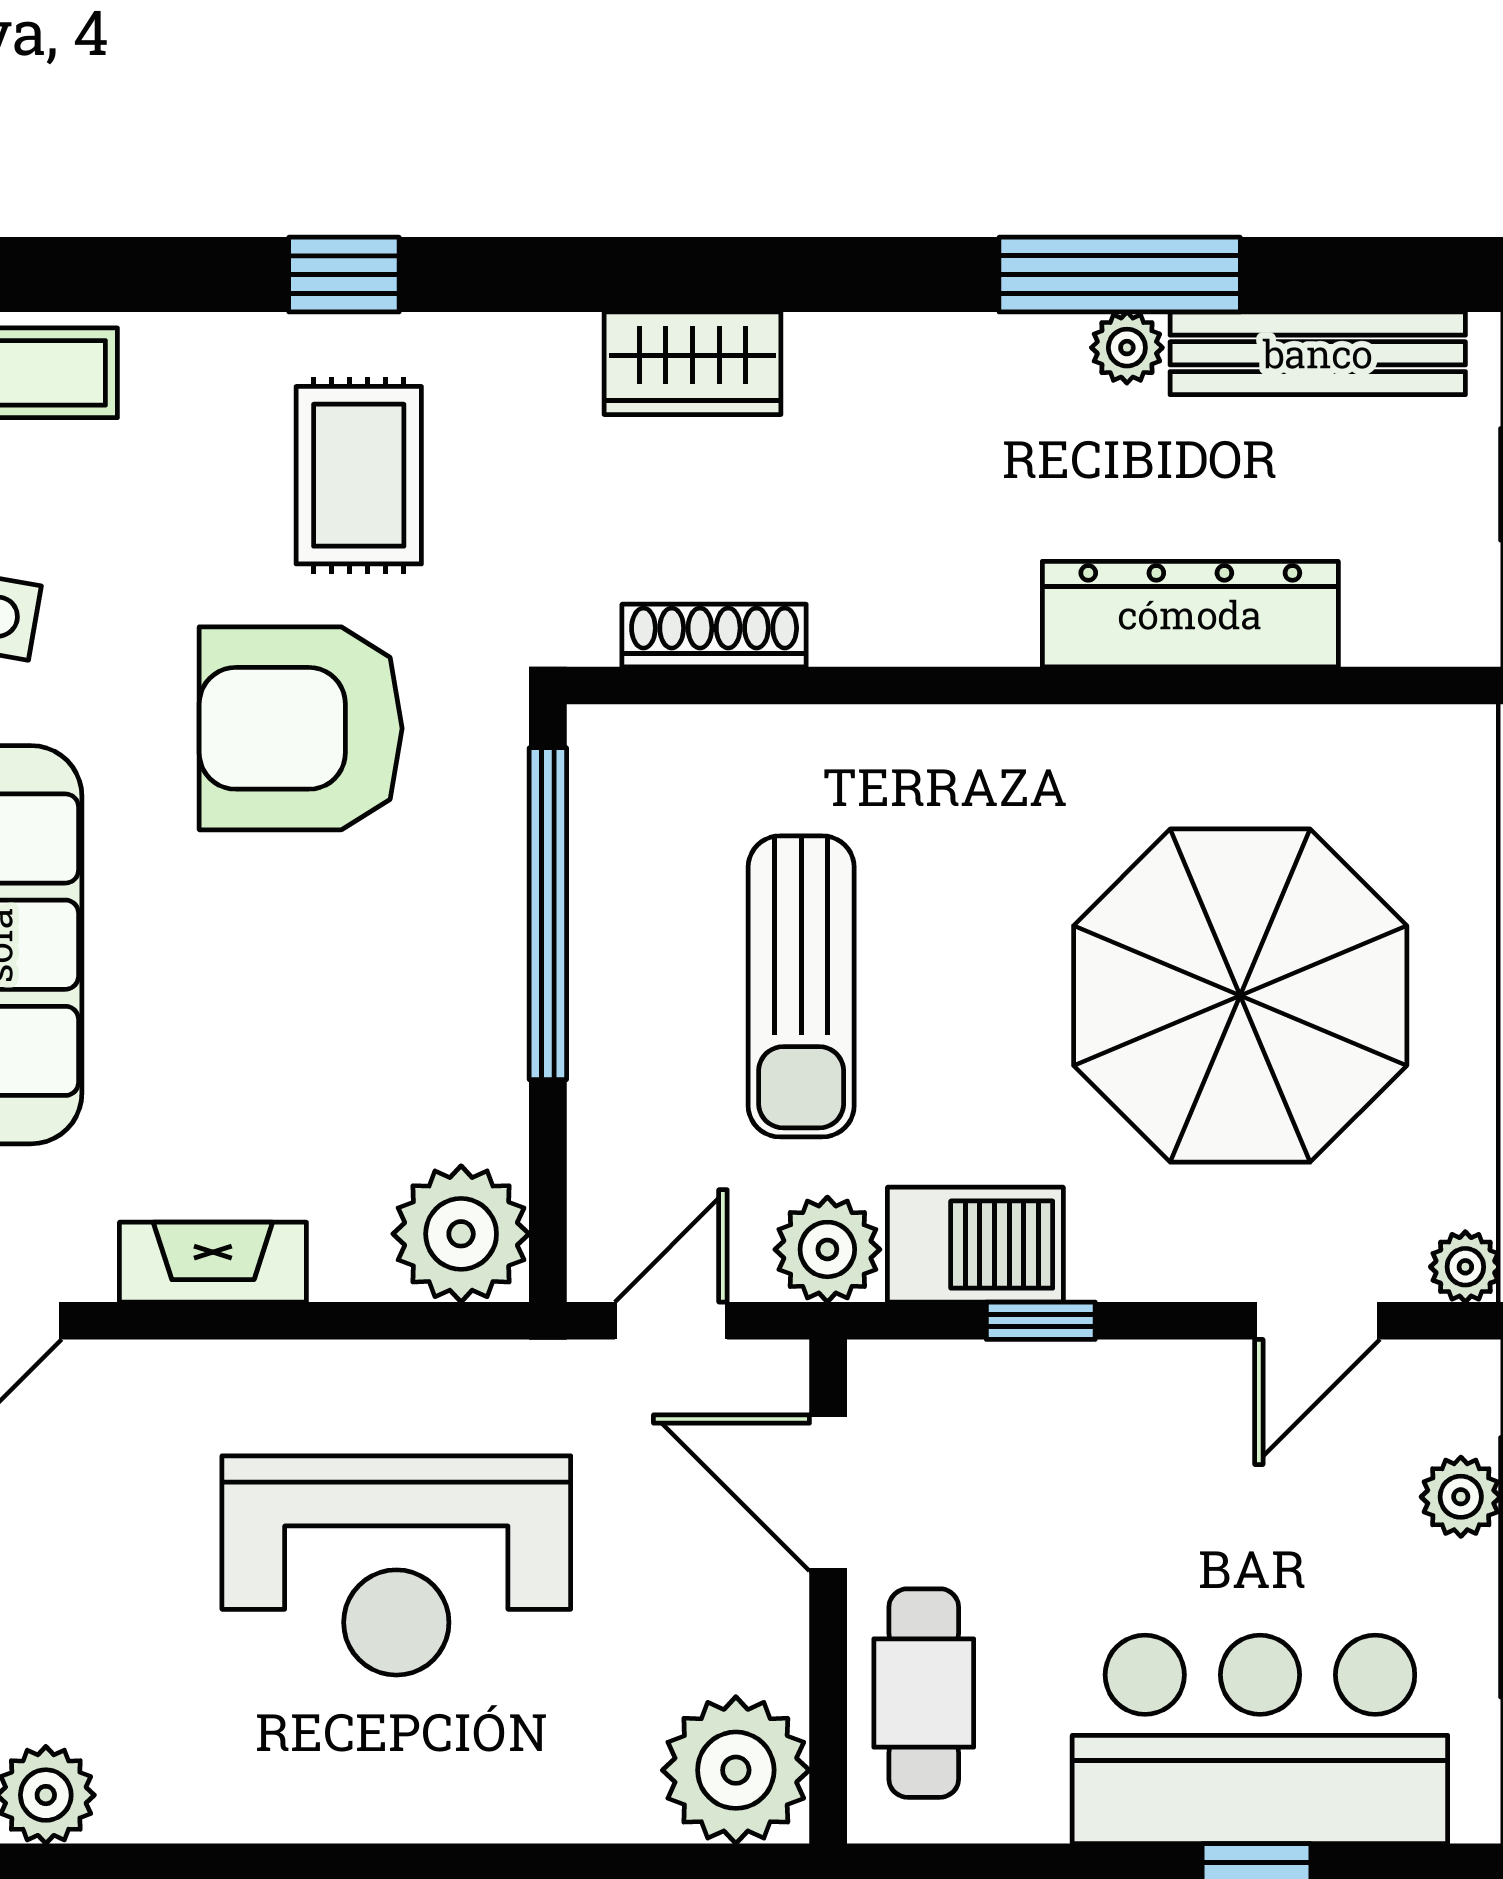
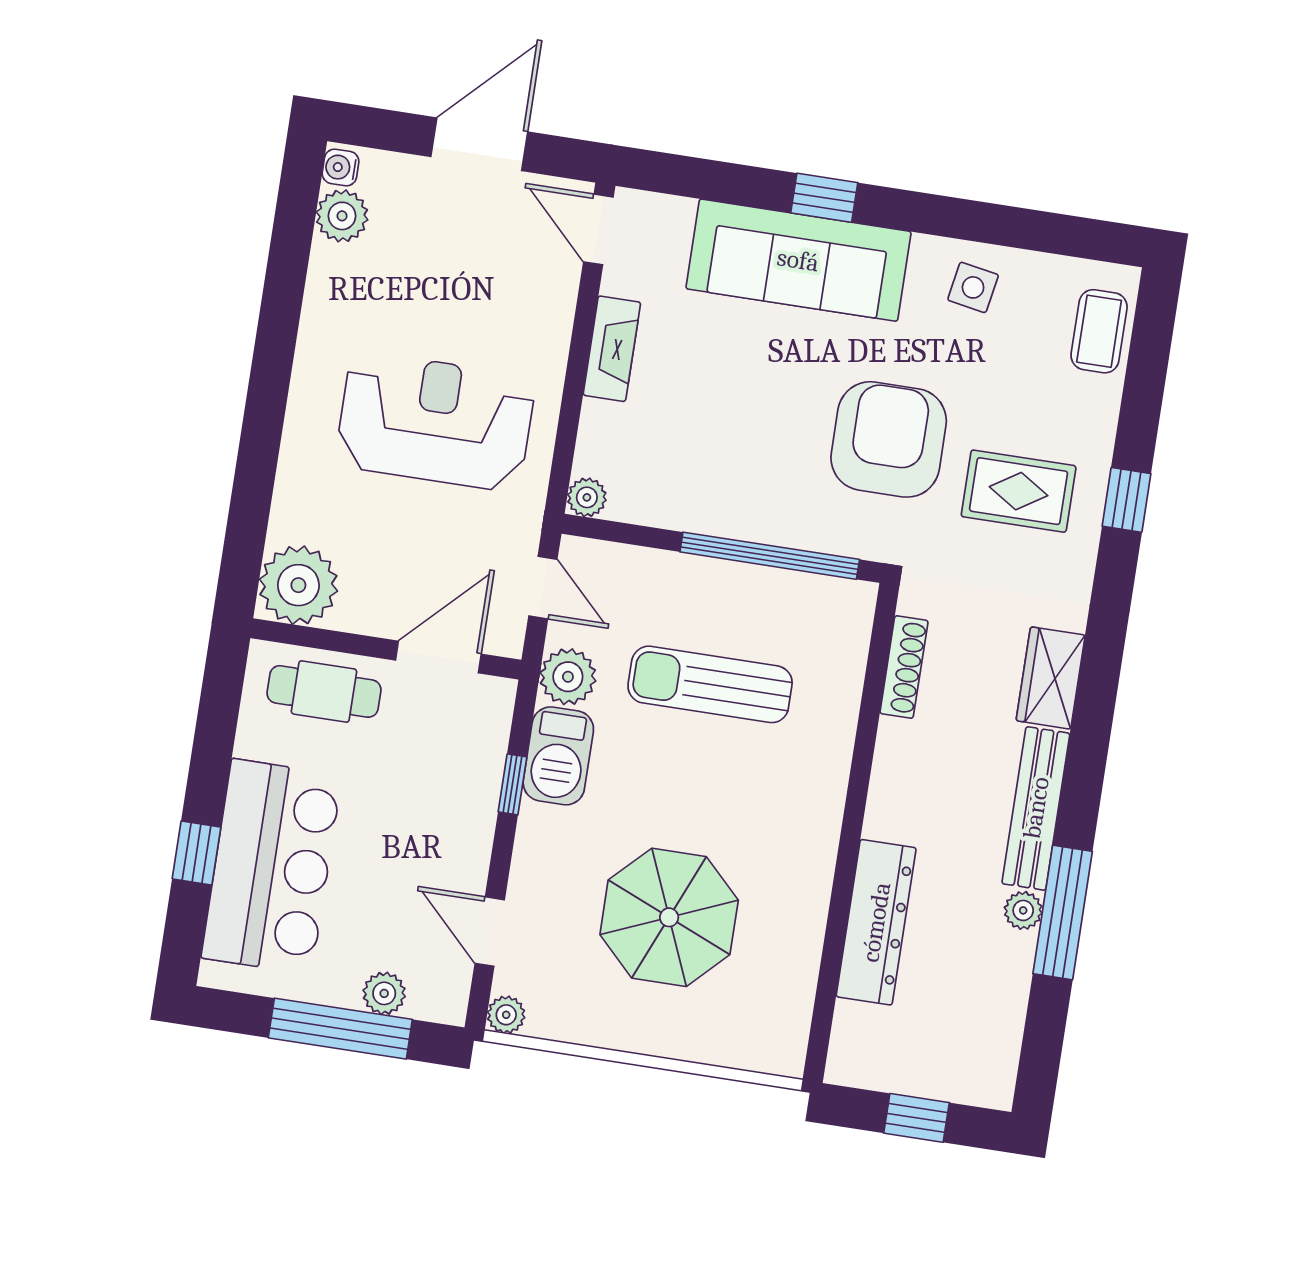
bench: (1318, 353) -> (1036, 808), moved
parasol: (1240, 996) -> (669, 917), width x0.73, depth x0.73
plant: (461, 1234) -> (587, 497), width x0.53, depth x0.53
reception desk: (396, 1565) -> (435, 421), turned 90

